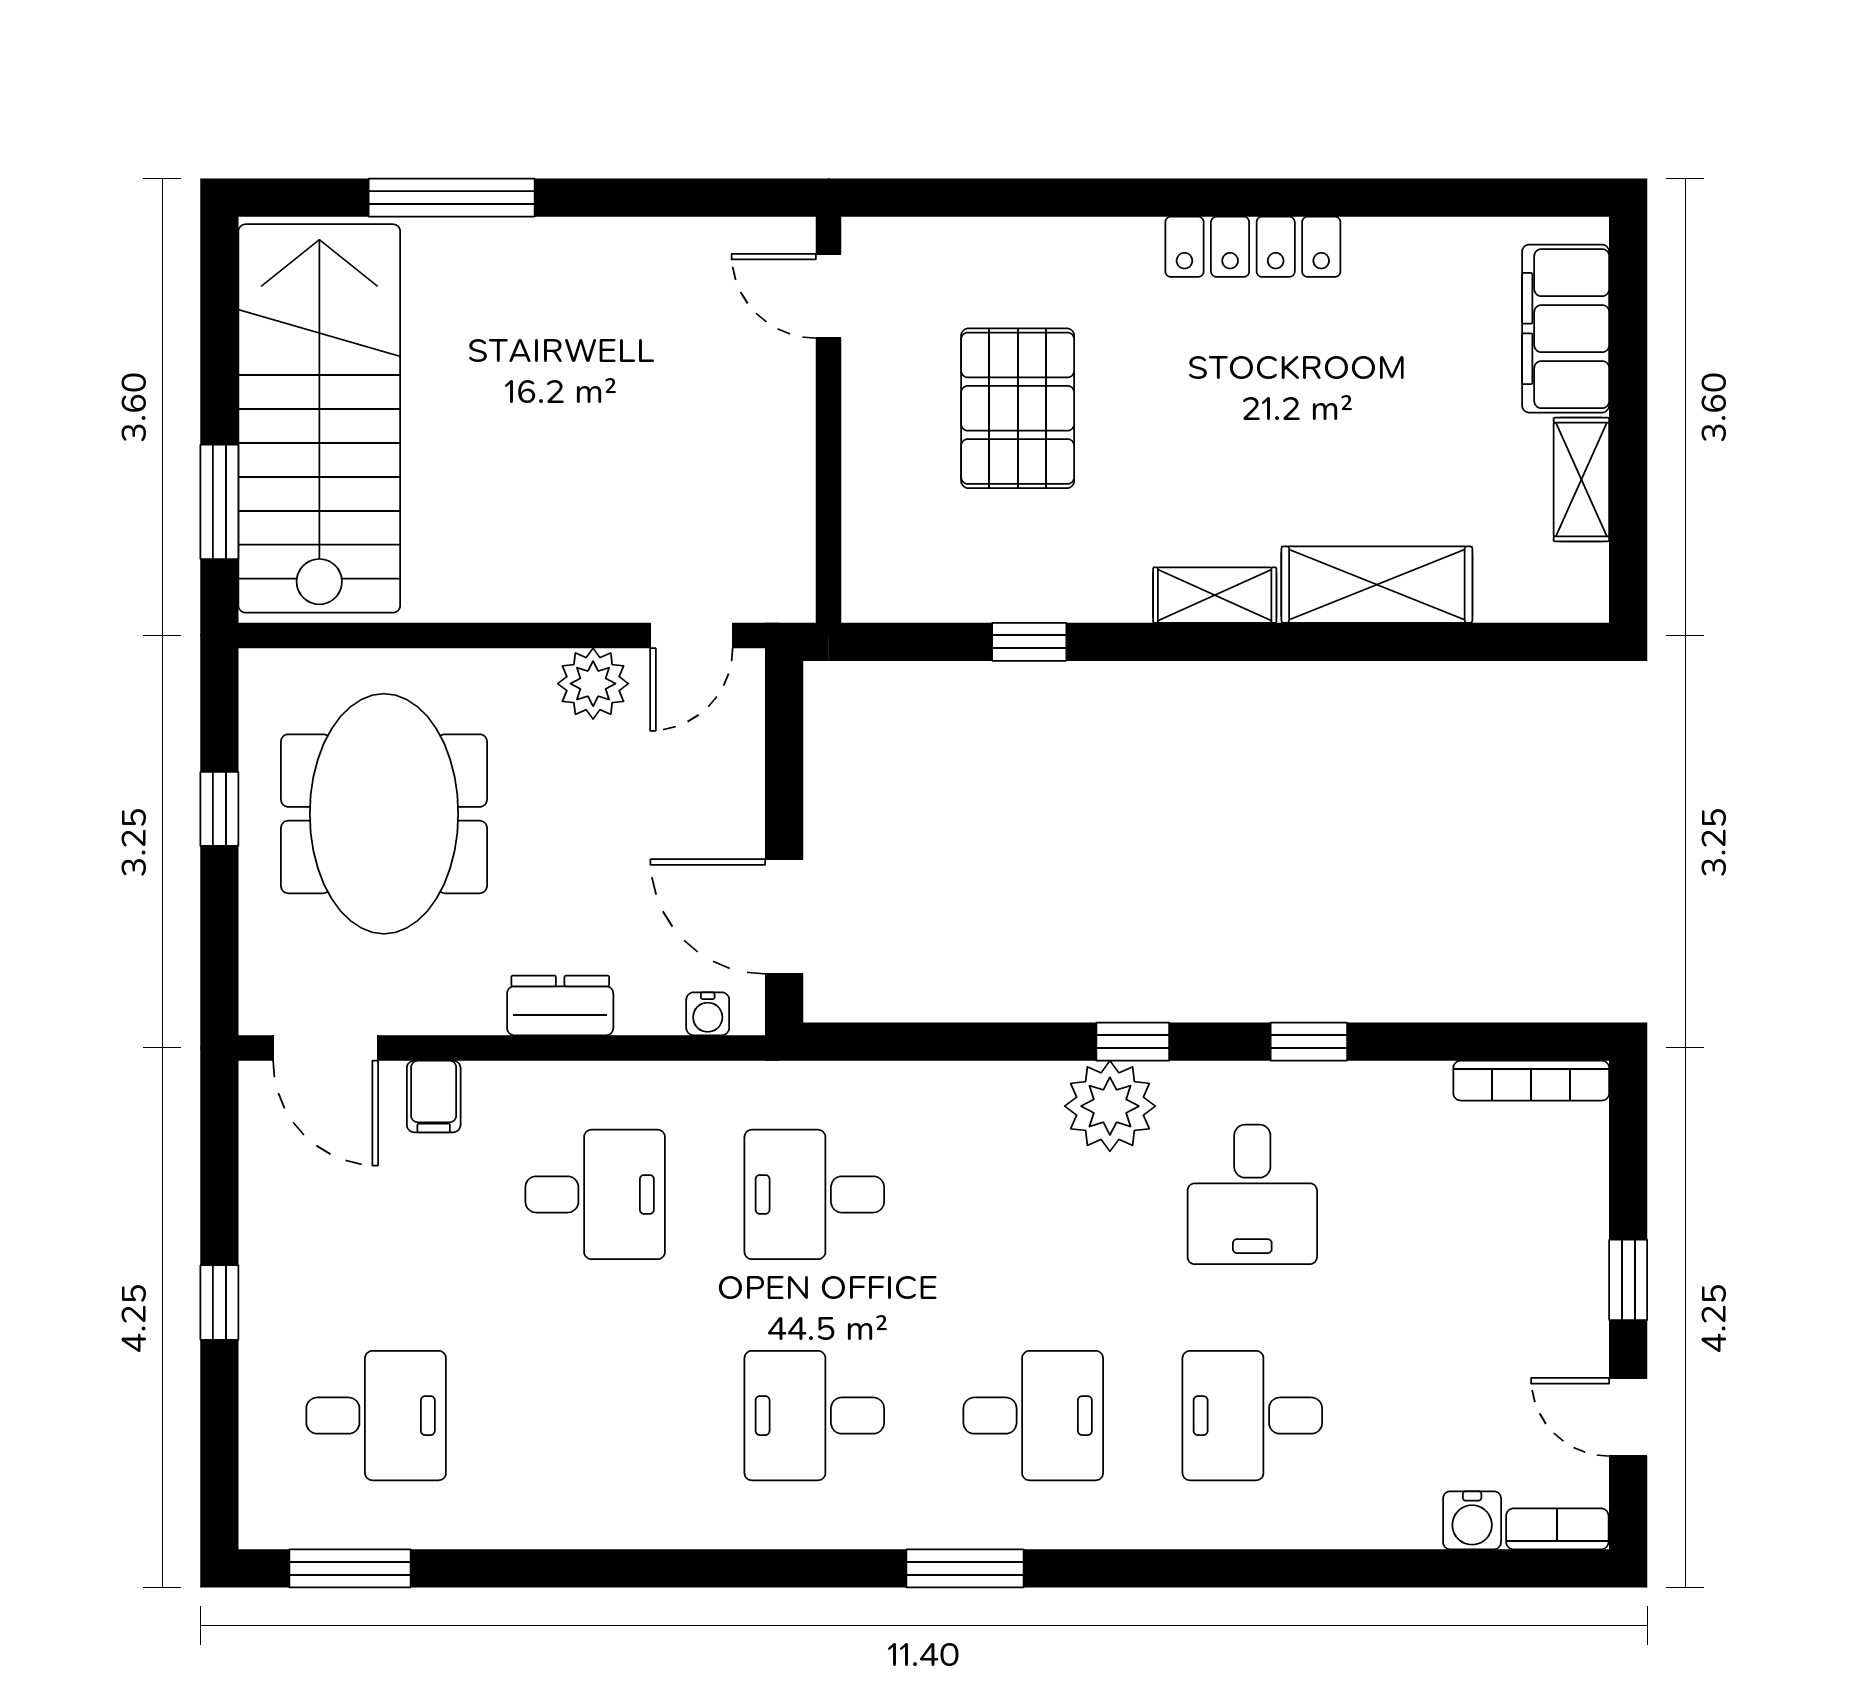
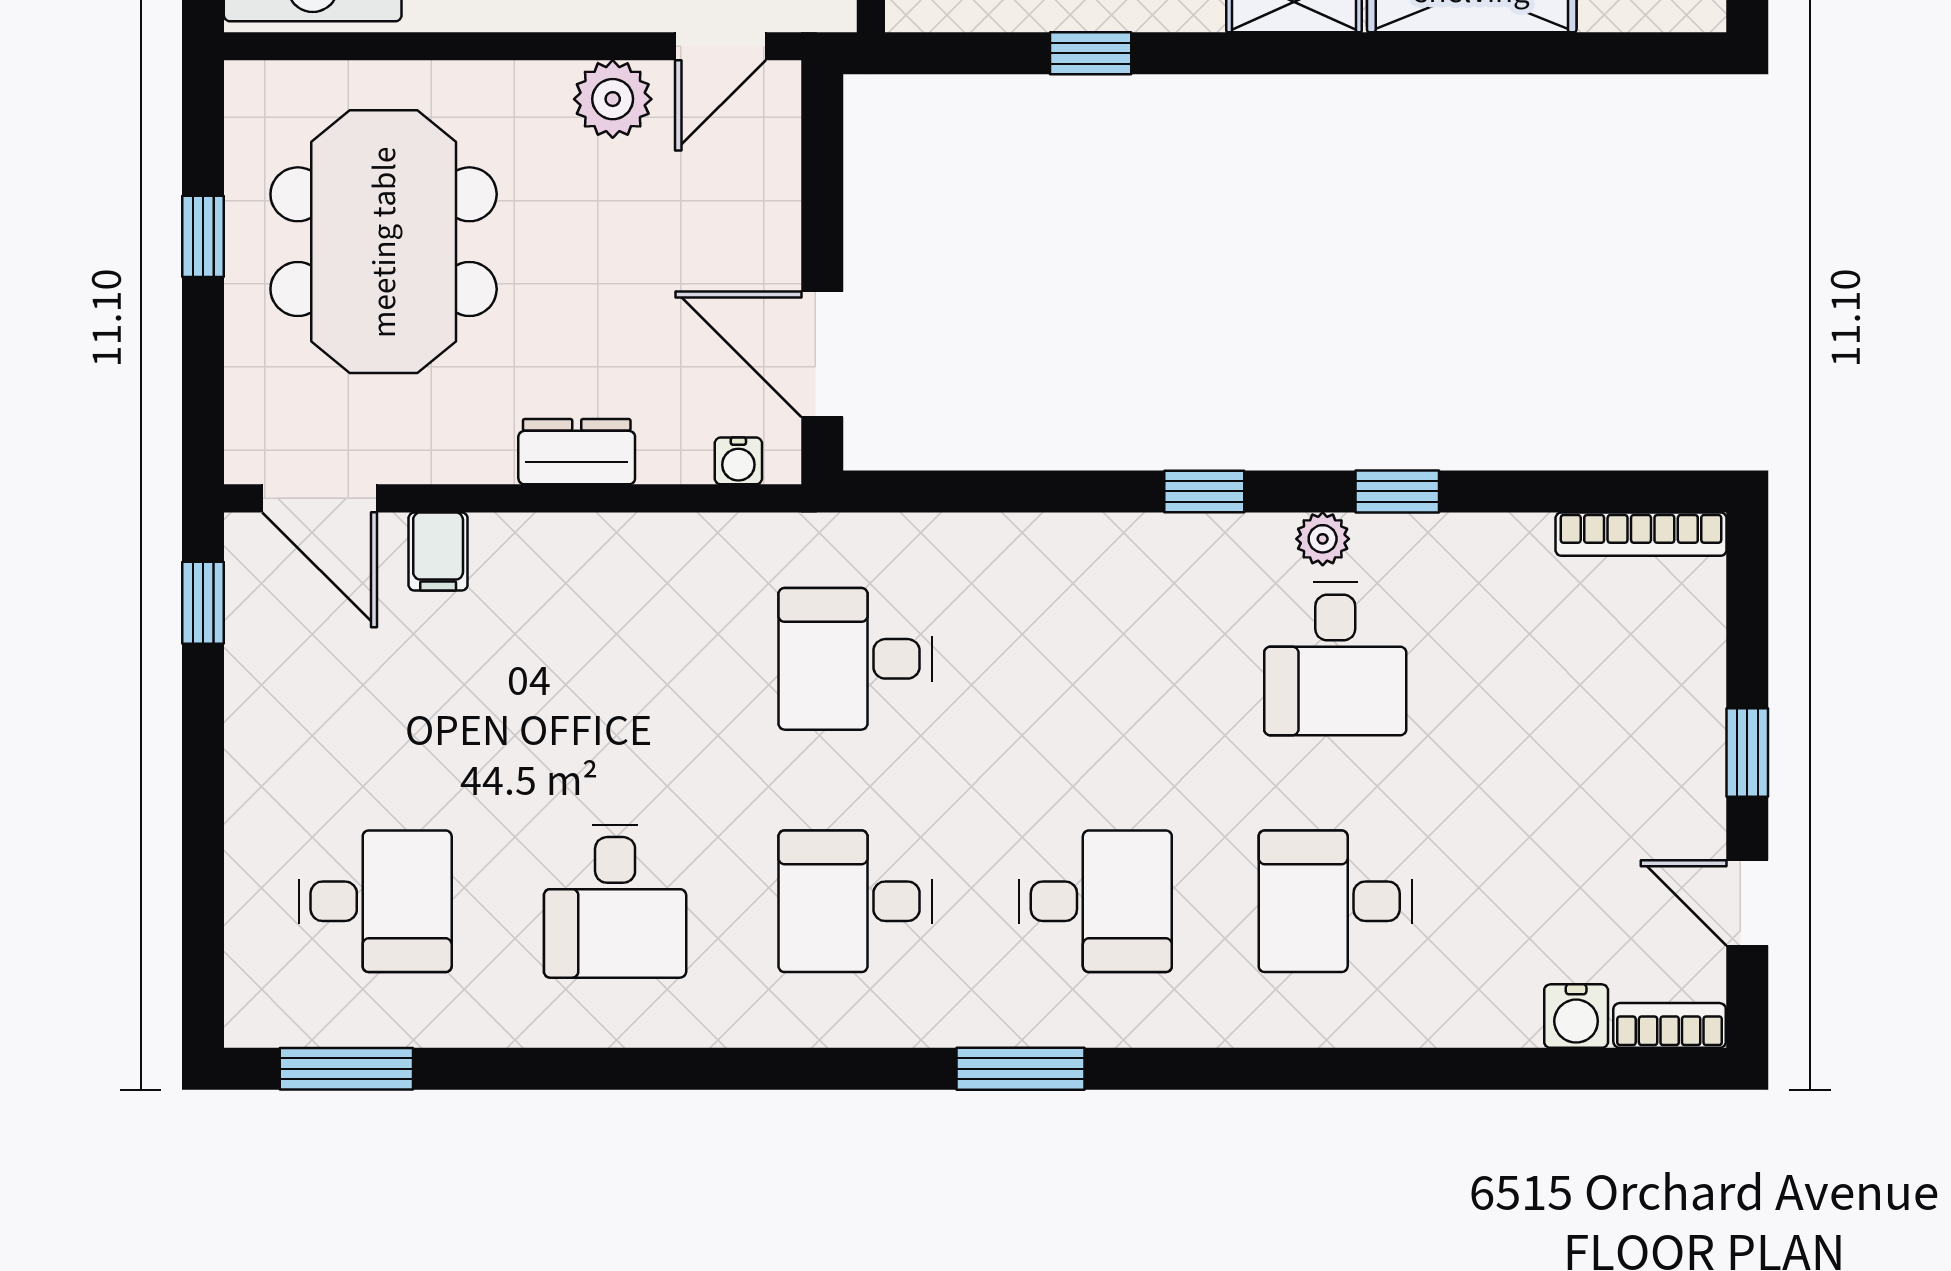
plant: (1110, 1106) -> (1323, 539), moved, width x0.53, depth x0.53
desk: (595, 1194) -> (615, 901), moved, turned 90
window: (219, 1303) -> (203, 603), moved

